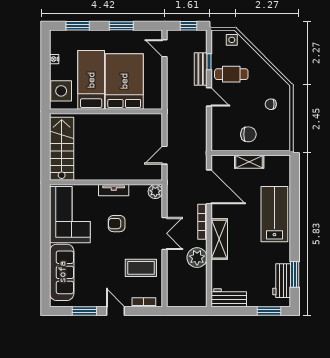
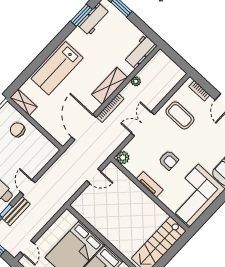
chair: (248, 134) -> (18, 130), moved
shelving: (249, 162) -> (24, 102), moved
plant: (197, 258) -> (136, 81), width x0.53, depth x0.53
workbench: (229, 298) -> (140, 52), moved, turned 90

